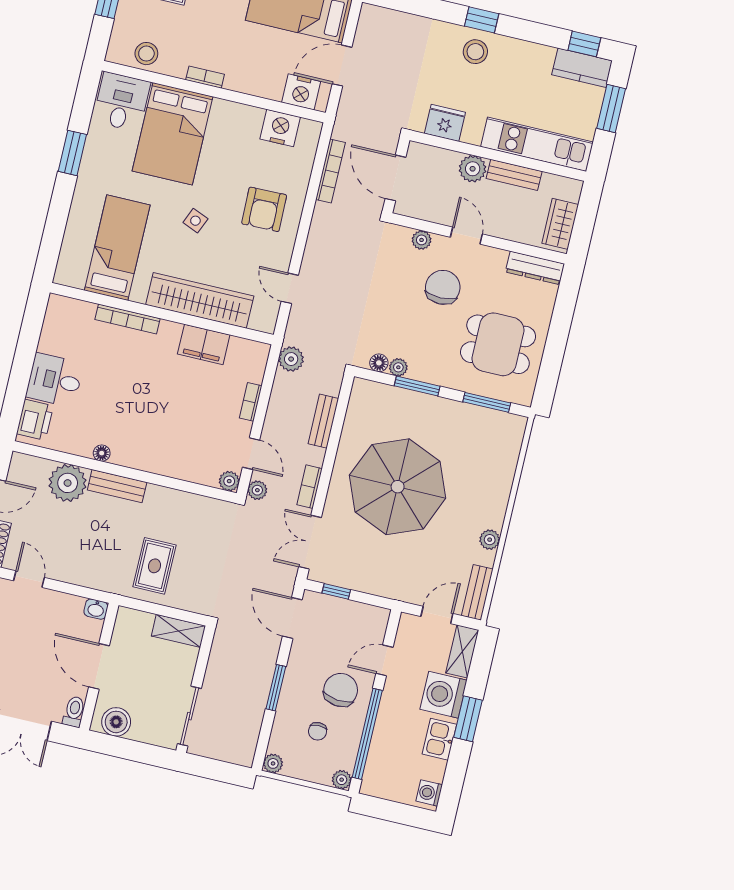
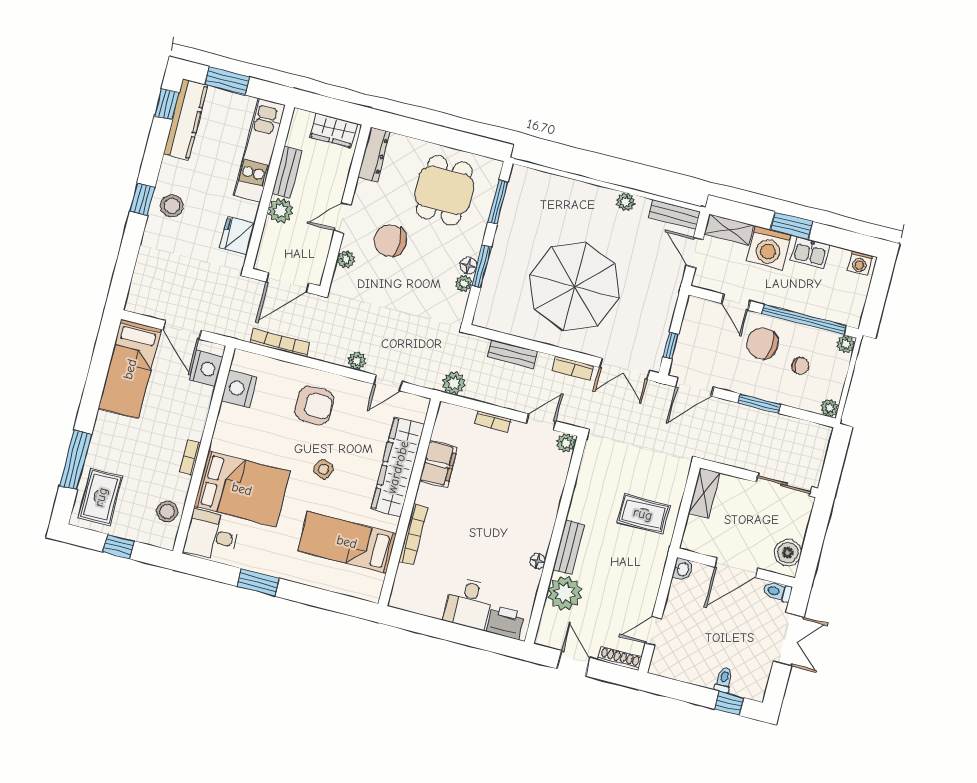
kitchen counter: (582, 68) -> (186, 120), width x1.50
floor lamp: (379, 363) -> (468, 266), moved
plant: (257, 490) -> (357, 361), moved

